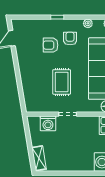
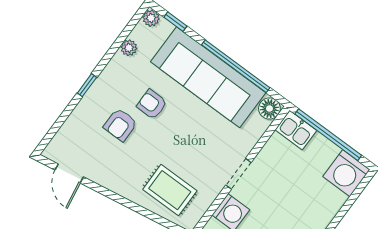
armchair: (70, 39) -> (152, 104), moved
rug: (62, 82) -> (170, 190), moved

